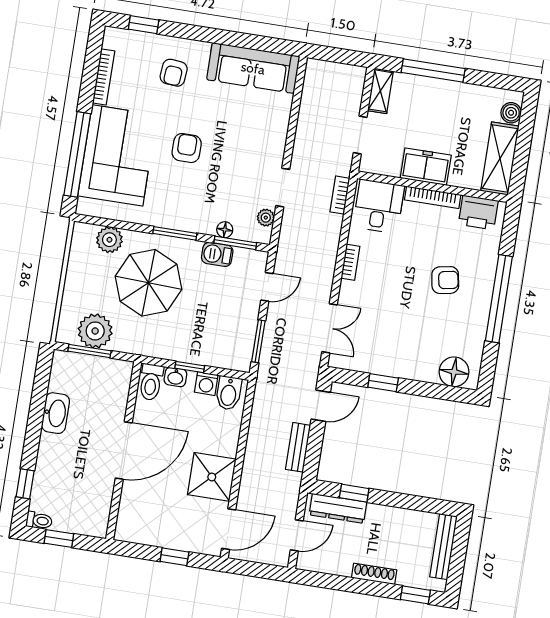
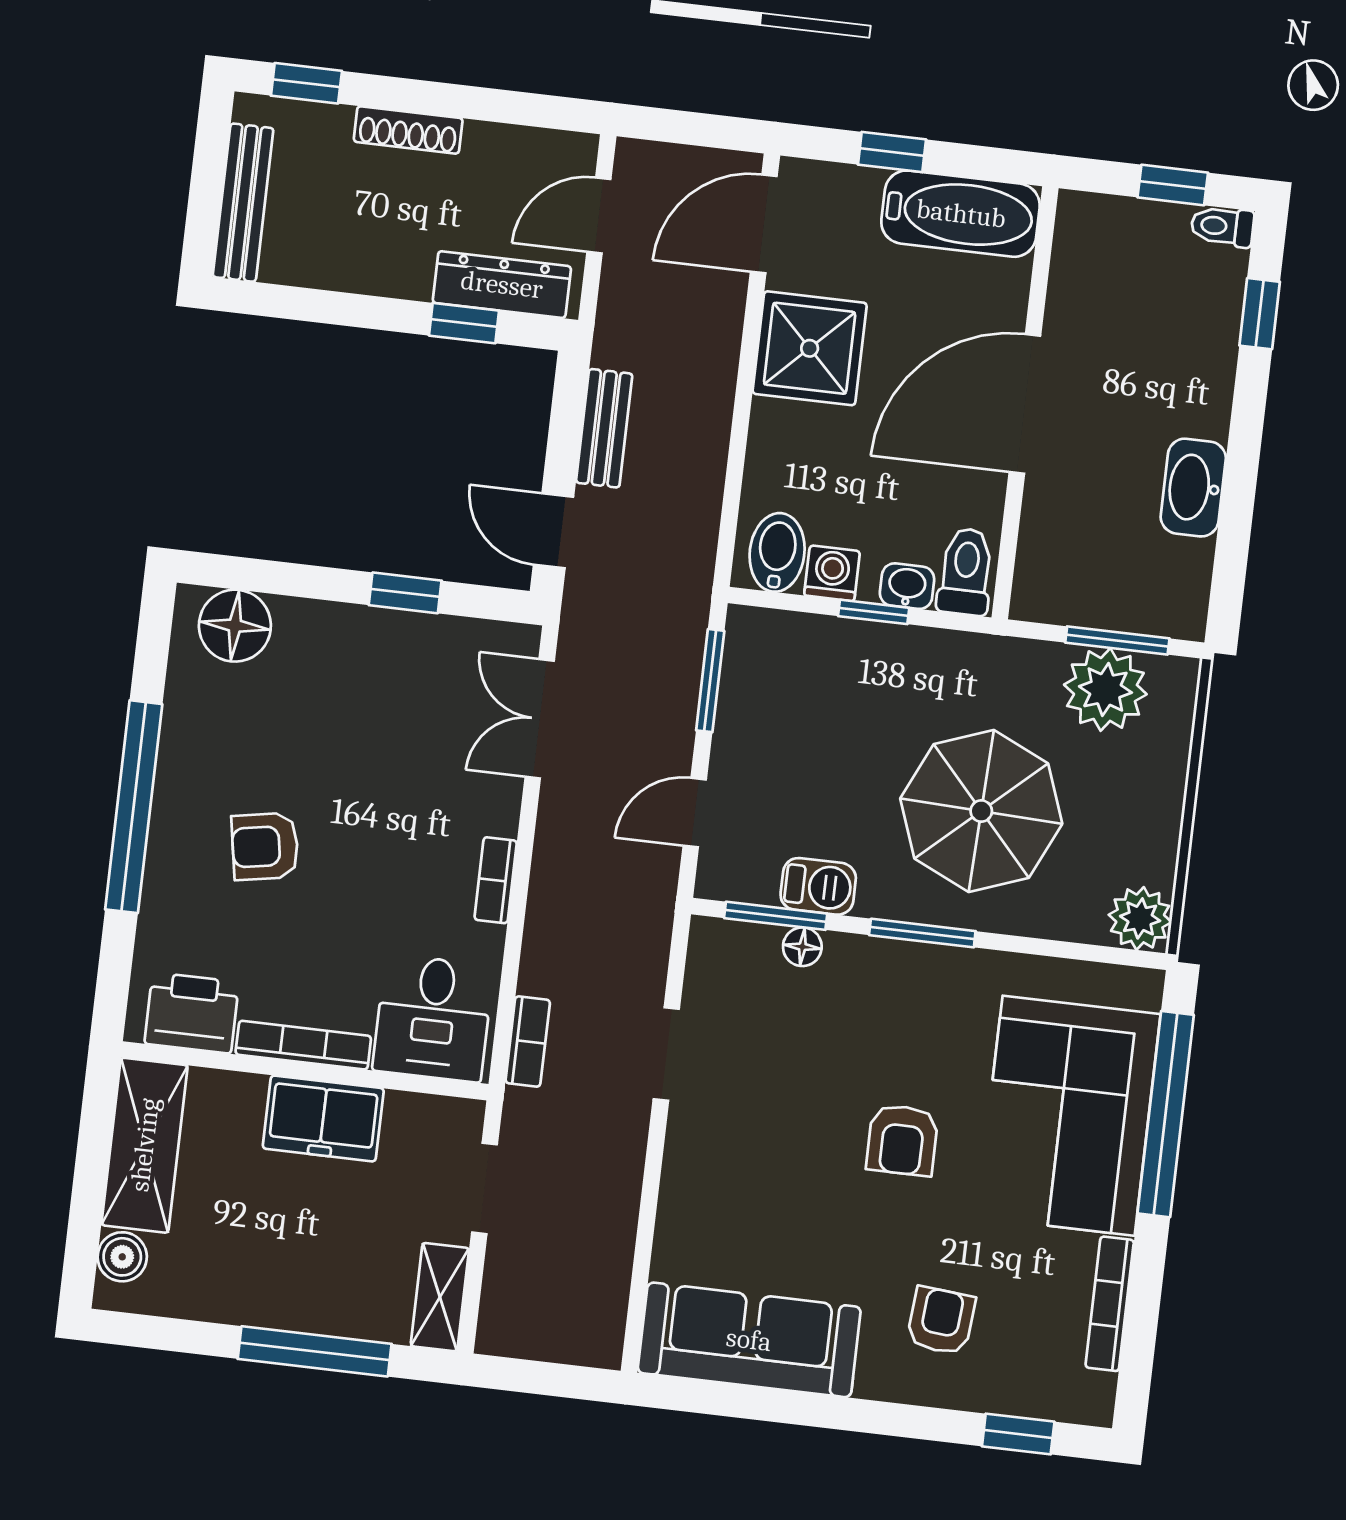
plant: (266, 218) -> (704, 980), removed
plant: (109, 240) -> (1140, 918), moved
door: (321, 406) -> (553, 531), hinge flipped
bathtub: (147, 530) -> (961, 214), added

